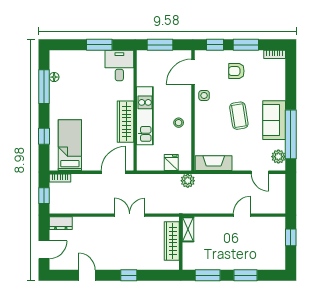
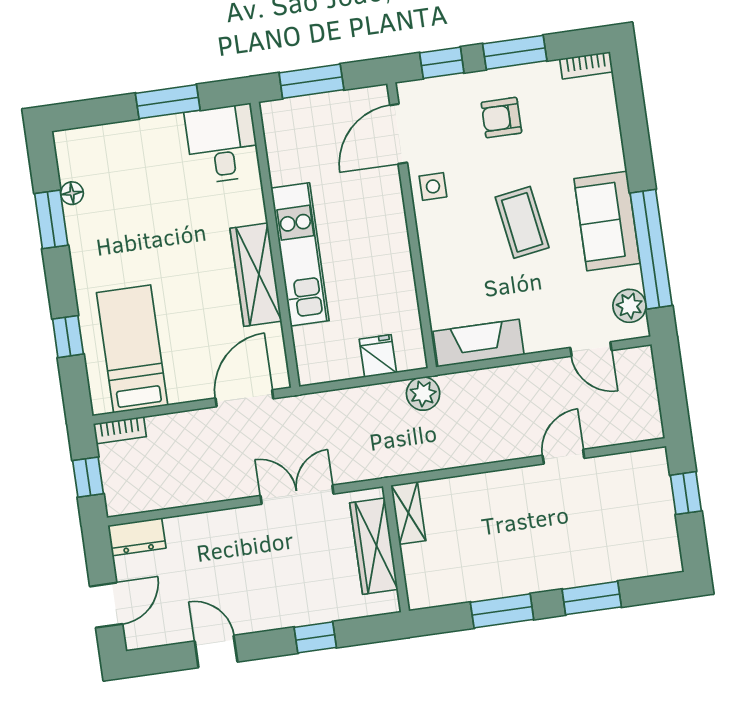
window: (44, 87) -> (51, 219), width x0.69
stool: (179, 123) -> (382, 259), removed
shelving: (188, 229) -> (408, 513), moved
wardrobe: (172, 241) -> (374, 546), moved
wall: (181, 243) -> (396, 549), moved

